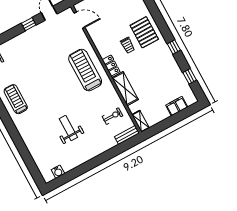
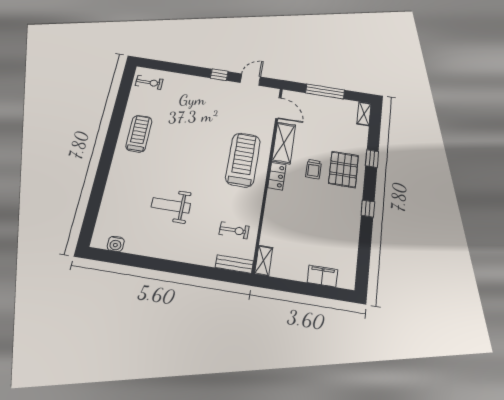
window: (190, 76) -> (372, 159), moved
shelving: (125, 89) -> (284, 143), moved
weight bench: (68, 128) -> (171, 205), turned -90

